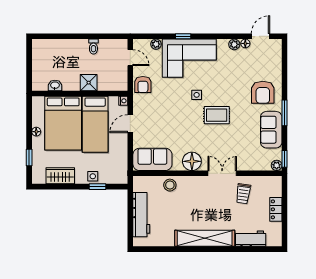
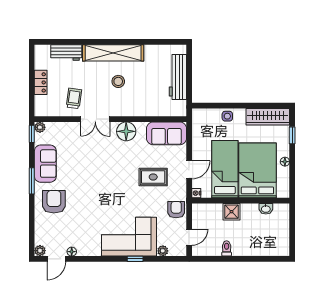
plant: (234, 44) -> (40, 251), moved
door: (130, 58) -> (189, 237), swing flipped
side table: (197, 95) -> (121, 199), removed
rug: (217, 115) -> (153, 177), moved
wardrobe: (60, 176) -> (268, 117), width x1.50
stool: (170, 185) -> (118, 81), moved
window: (98, 187) -> (222, 106), removed

